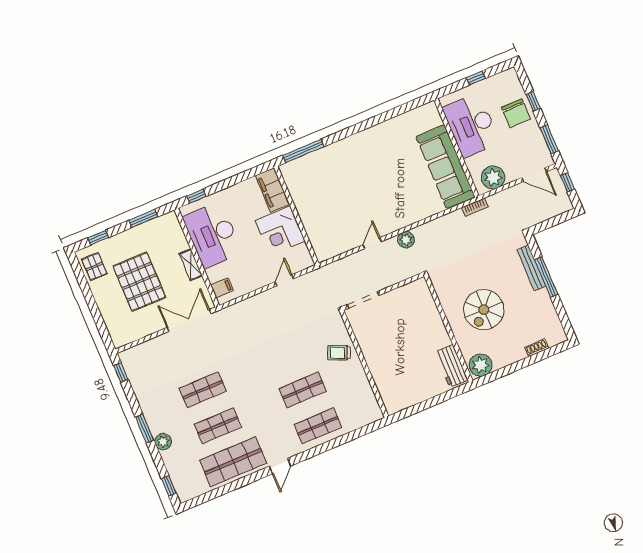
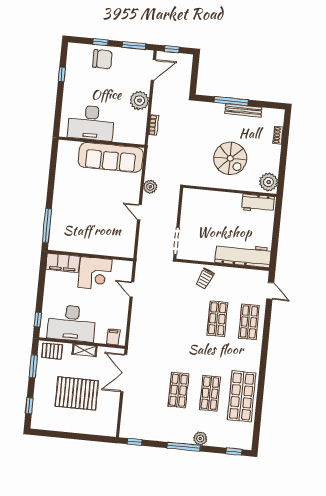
desk: (471, 125) -> (91, 123), moved
wall: (457, 148) -> (102, 142), moved
sofa: (446, 167) -> (111, 157), moved
pallet: (94, 266) -> (52, 351), moved
bench: (532, 268) -> (243, 110), moved
workbench: (386, 380) -> (243, 255), added
window: (145, 429) -> (184, 447), width x1.44
door: (280, 466) -> (270, 291), moved

